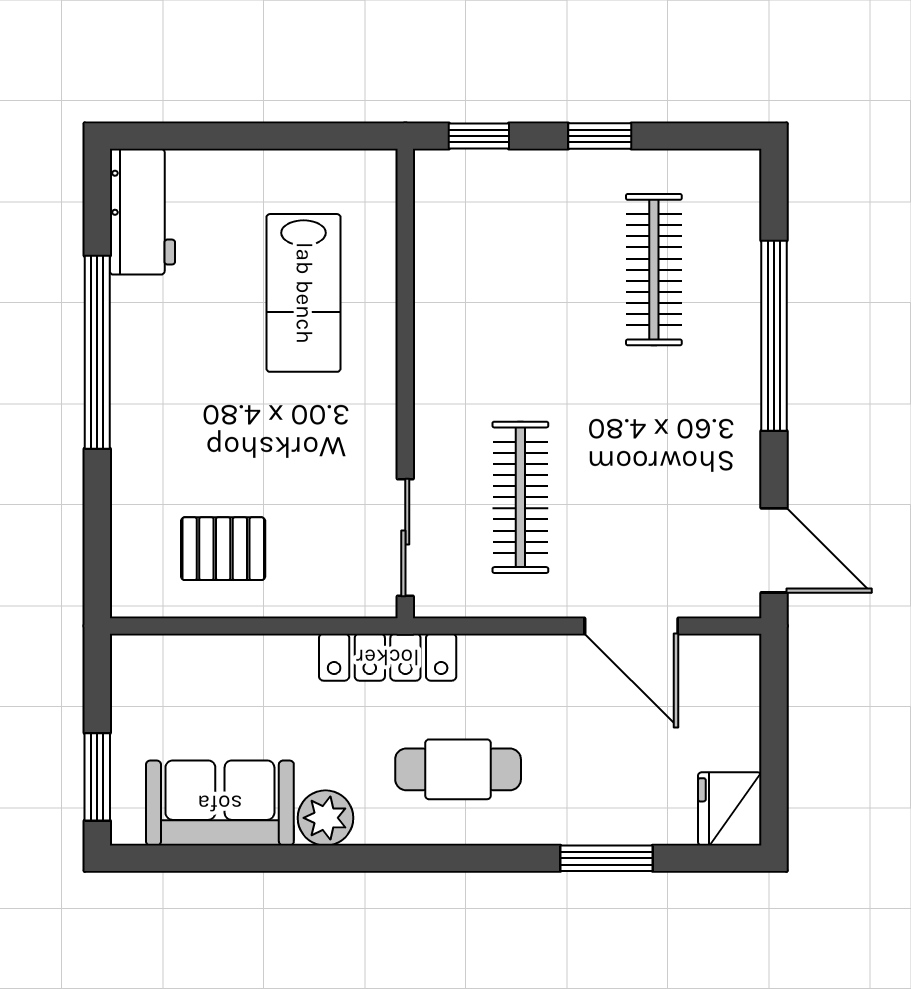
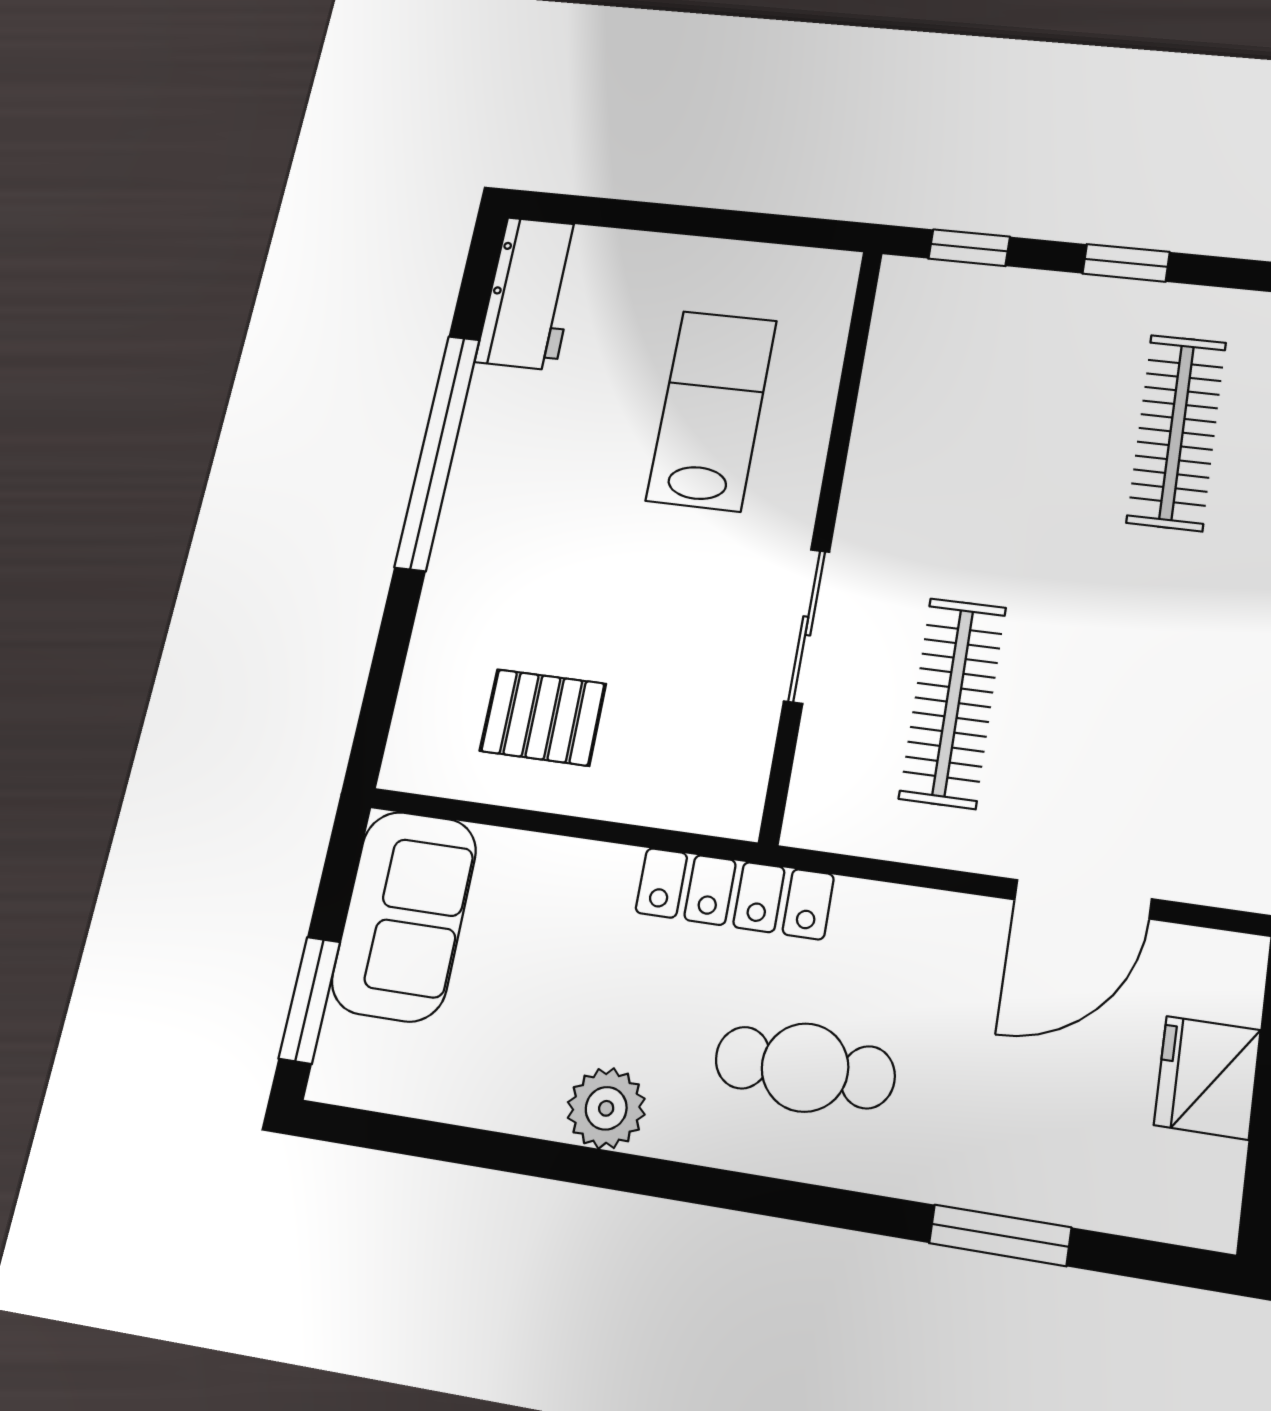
lab bench: (304, 293) -> (712, 410), turned 180
sliding door: (405, 538) -> (807, 626), moved
door: (631, 626) -> (1083, 899), hinge flipped
sofa: (220, 803) -> (404, 916), moved, turned 90
fridge: (730, 809) -> (1207, 1077), moved

